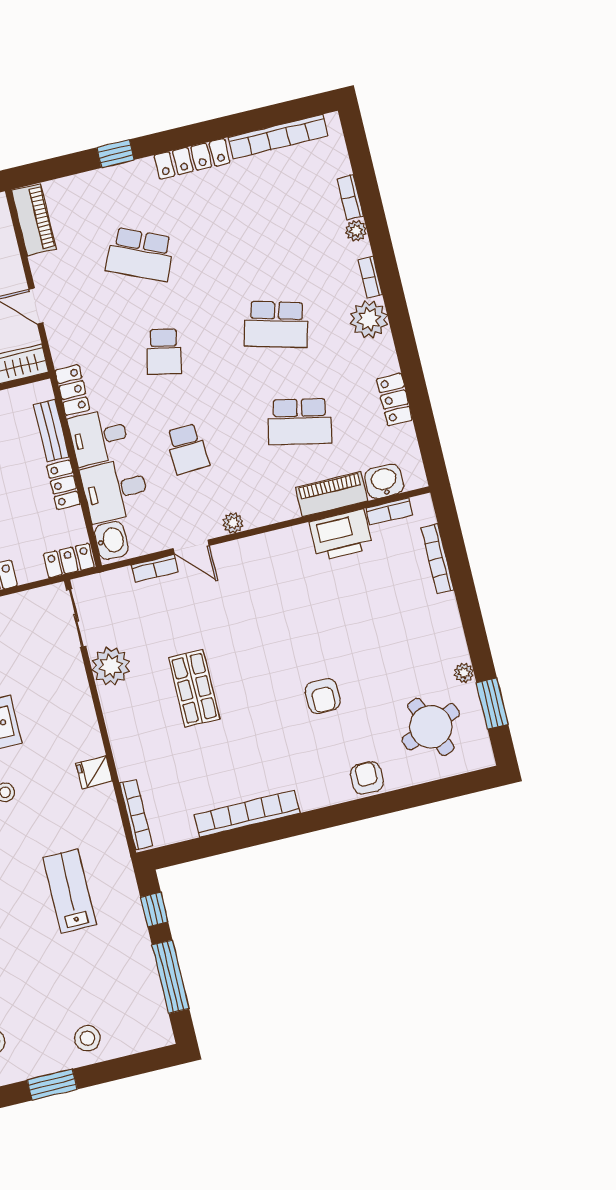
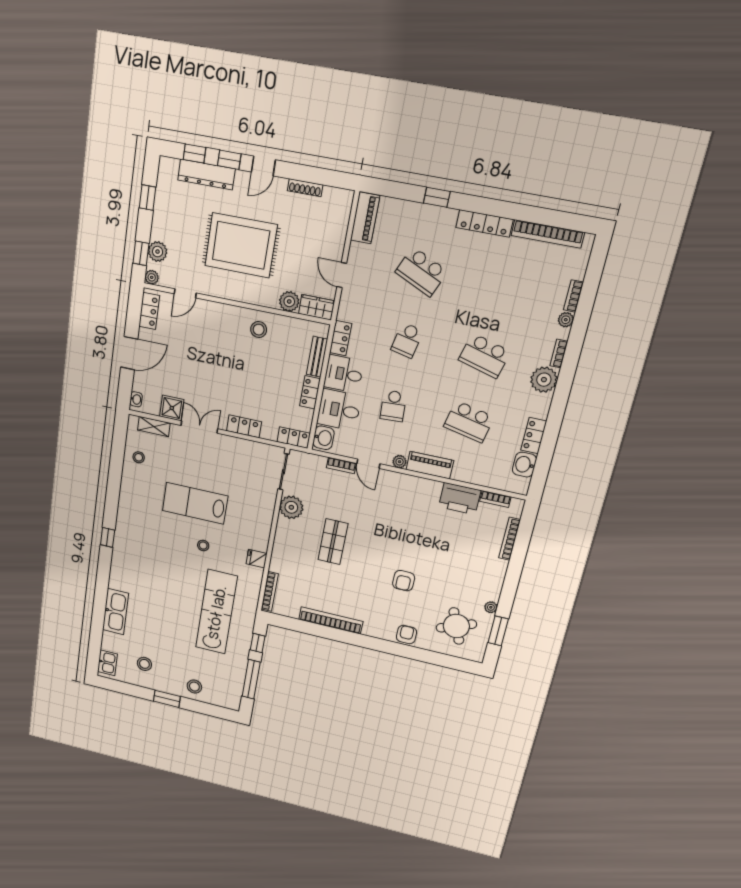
washbasin: (384, 481) -> (524, 465), moved, turned -90
piano: (332, 494) -> (430, 465), moved
lab bench: (70, 891) -> (216, 612), width x1.86, depth x1.39

